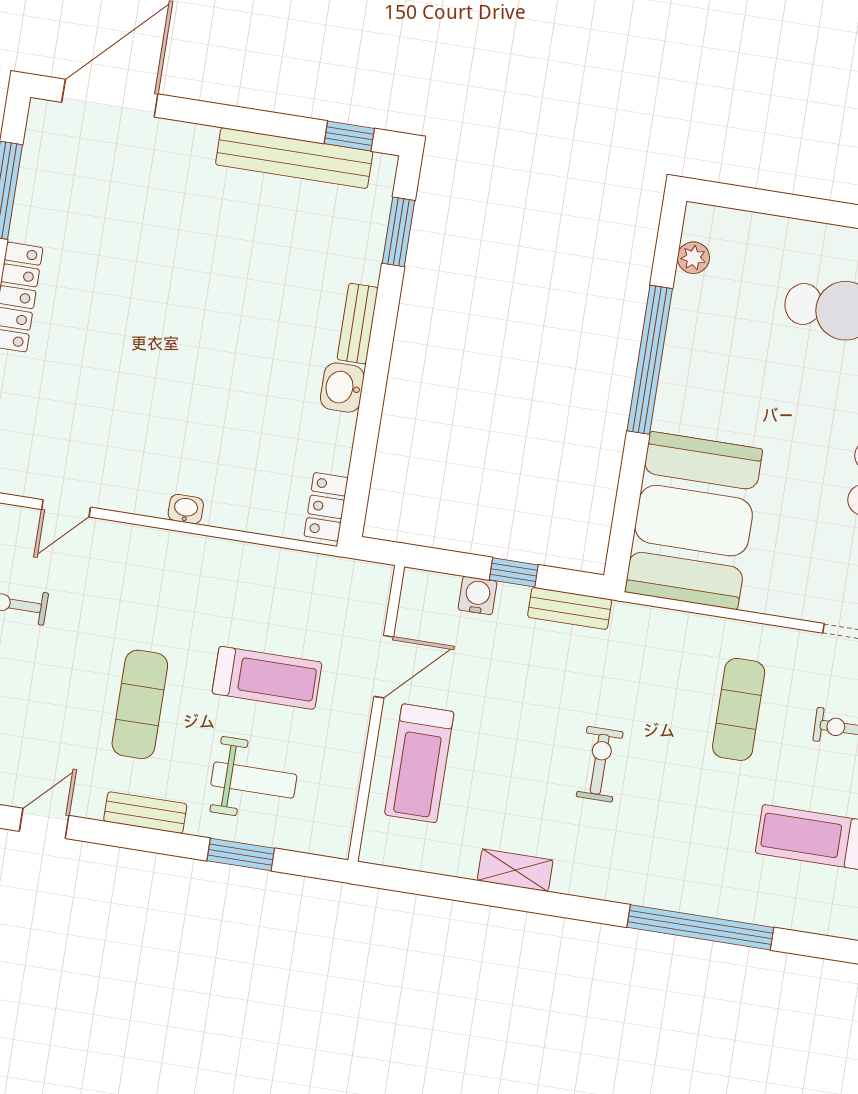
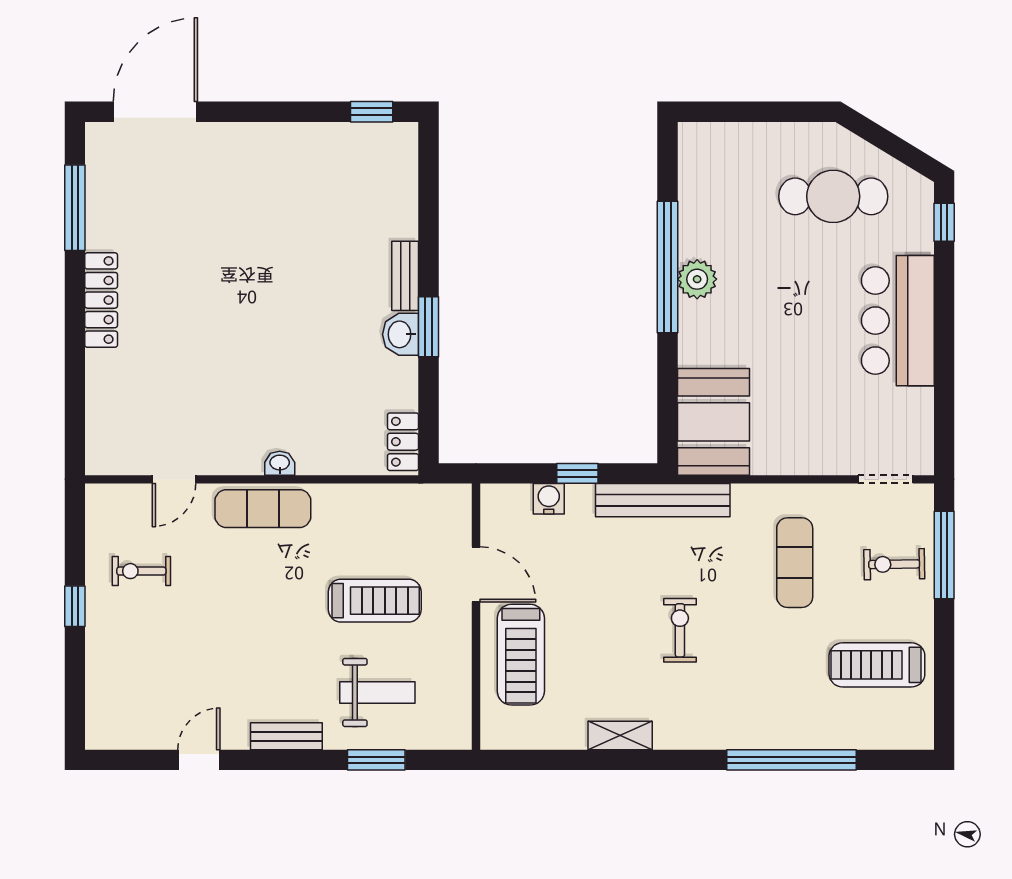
bench: (294, 158) -> (326, 139), removed
window: (399, 232) -> (428, 327), moved
plant: (693, 258) -> (697, 279), moved, width x1.38, depth x1.38
booth: (694, 521) -> (713, 422), width x0.73, depth x0.70
bench: (570, 608) -> (663, 500), width x1.86, depth x1.21
door: (384, 667) -> (476, 574), hinge flipped
exercise mat: (140, 704) -> (263, 509), moved, turned 90

